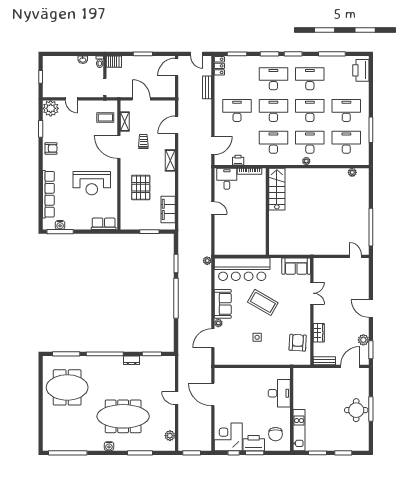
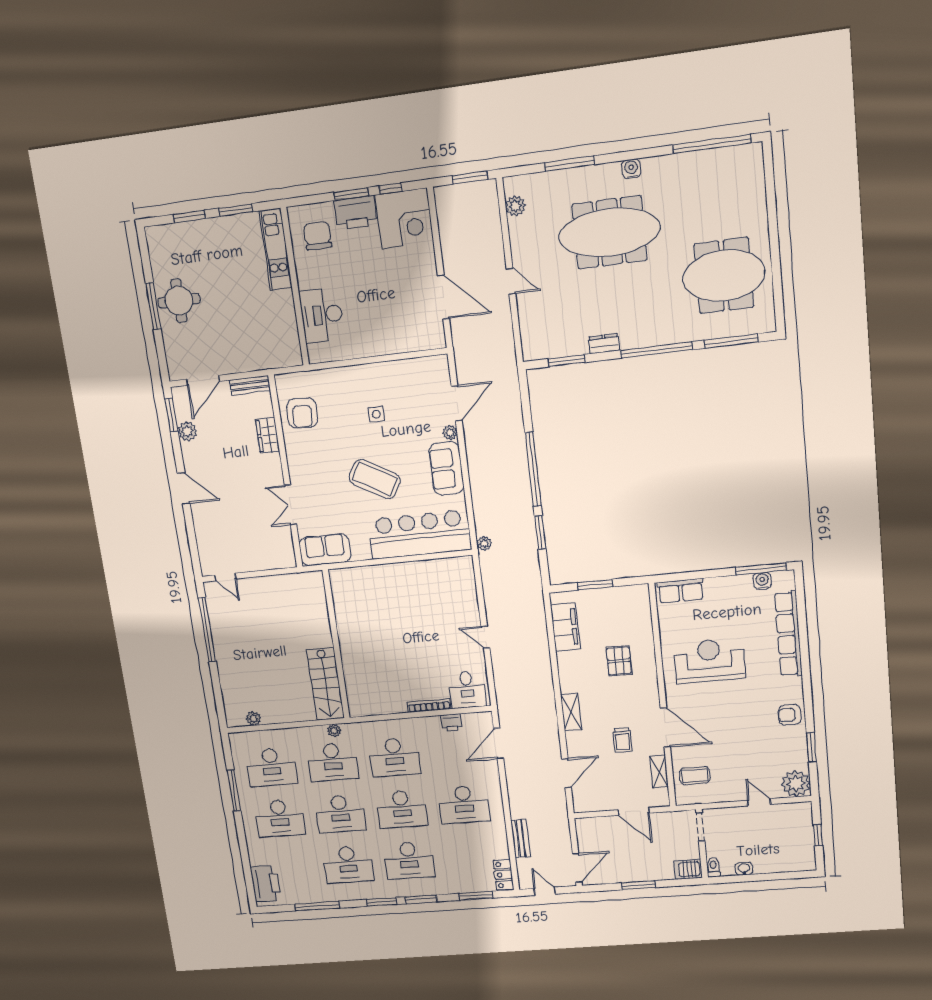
pallet: (141, 188) -> (619, 661), width x0.67, depth x0.71
stairs: (277, 189) -> (325, 684), moved
wall: (267, 211) -> (336, 645), moved

